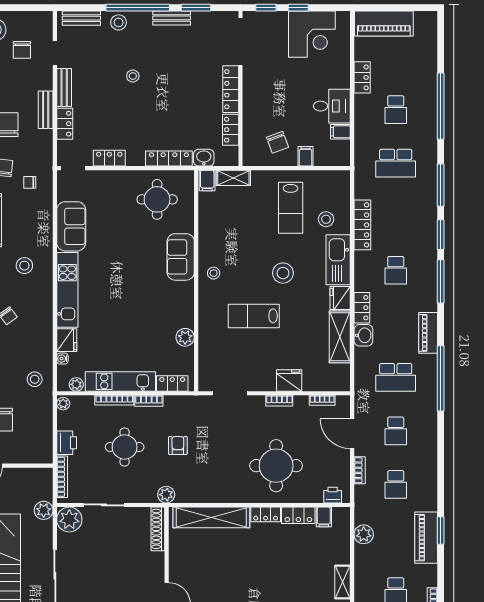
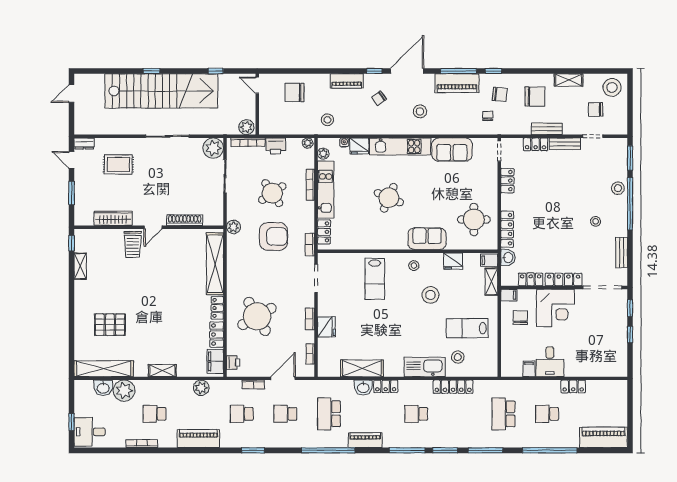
window: (196, 8) -> (630, 158), moved
bench: (81, 18) -> (621, 158), removed
bench: (172, 18) -> (622, 253), moved
piano: (384, 24) -> (603, 437), moved, turned 90
corner desk: (312, 34) -> (555, 308), moved, turned -90
stool: (133, 76) -> (596, 221), moved
chair: (278, 142) -> (520, 318), turned 110
filing cabinet: (306, 156) -> (509, 295), moved
stool: (283, 273) -> (430, 295), moved
fridge: (340, 298) -> (453, 261), moved, turned 180
round table: (130, 304) -> (389, 198), added
lab bench: (254, 316) -> (375, 279), moved, turned 180
plant: (185, 337) -> (362, 242), removed
bookcase: (149, 401) -> (310, 245), moved
armchair: (178, 445) -> (273, 236), width x1.88, depth x1.88
round table: (125, 447) -> (272, 193), turned -34
round table: (276, 466) -> (257, 316), turned -30
plant: (44, 510) -> (246, 127), moved
filing cabinet: (324, 517) -> (215, 361), width x2.00
shoe rack: (158, 529) -> (185, 220), moved
window: (441, 530) -> (253, 450), moved

